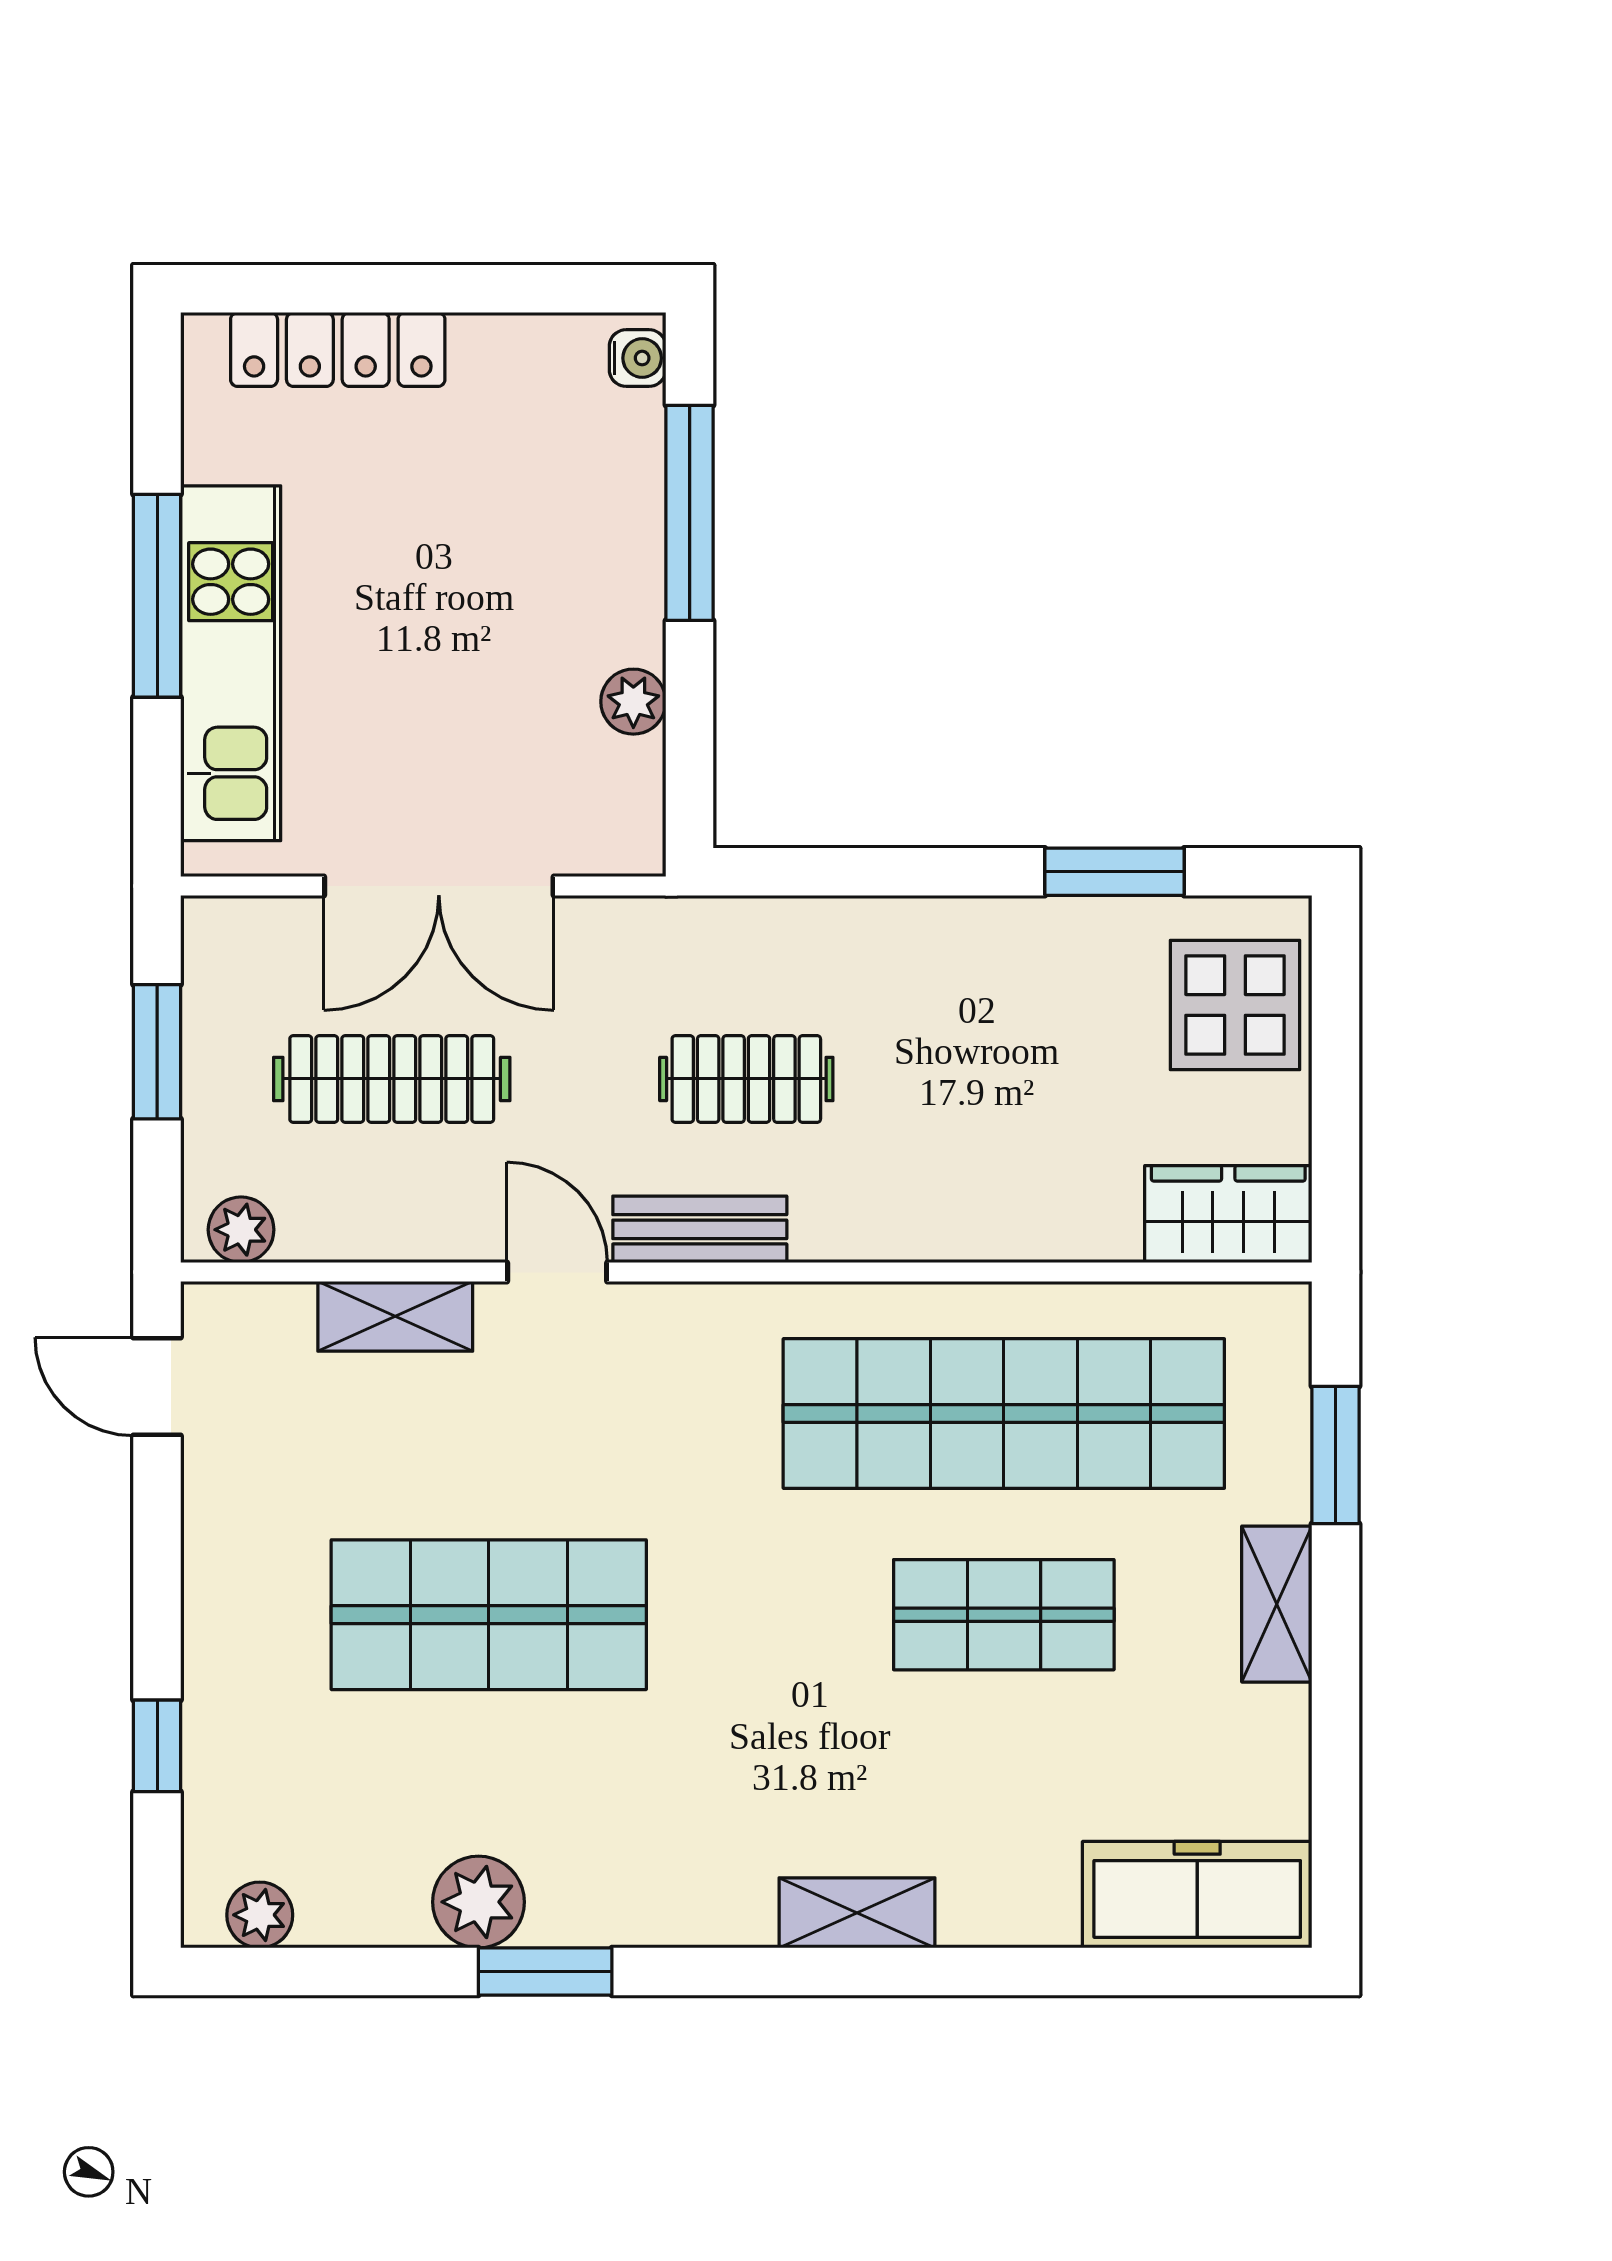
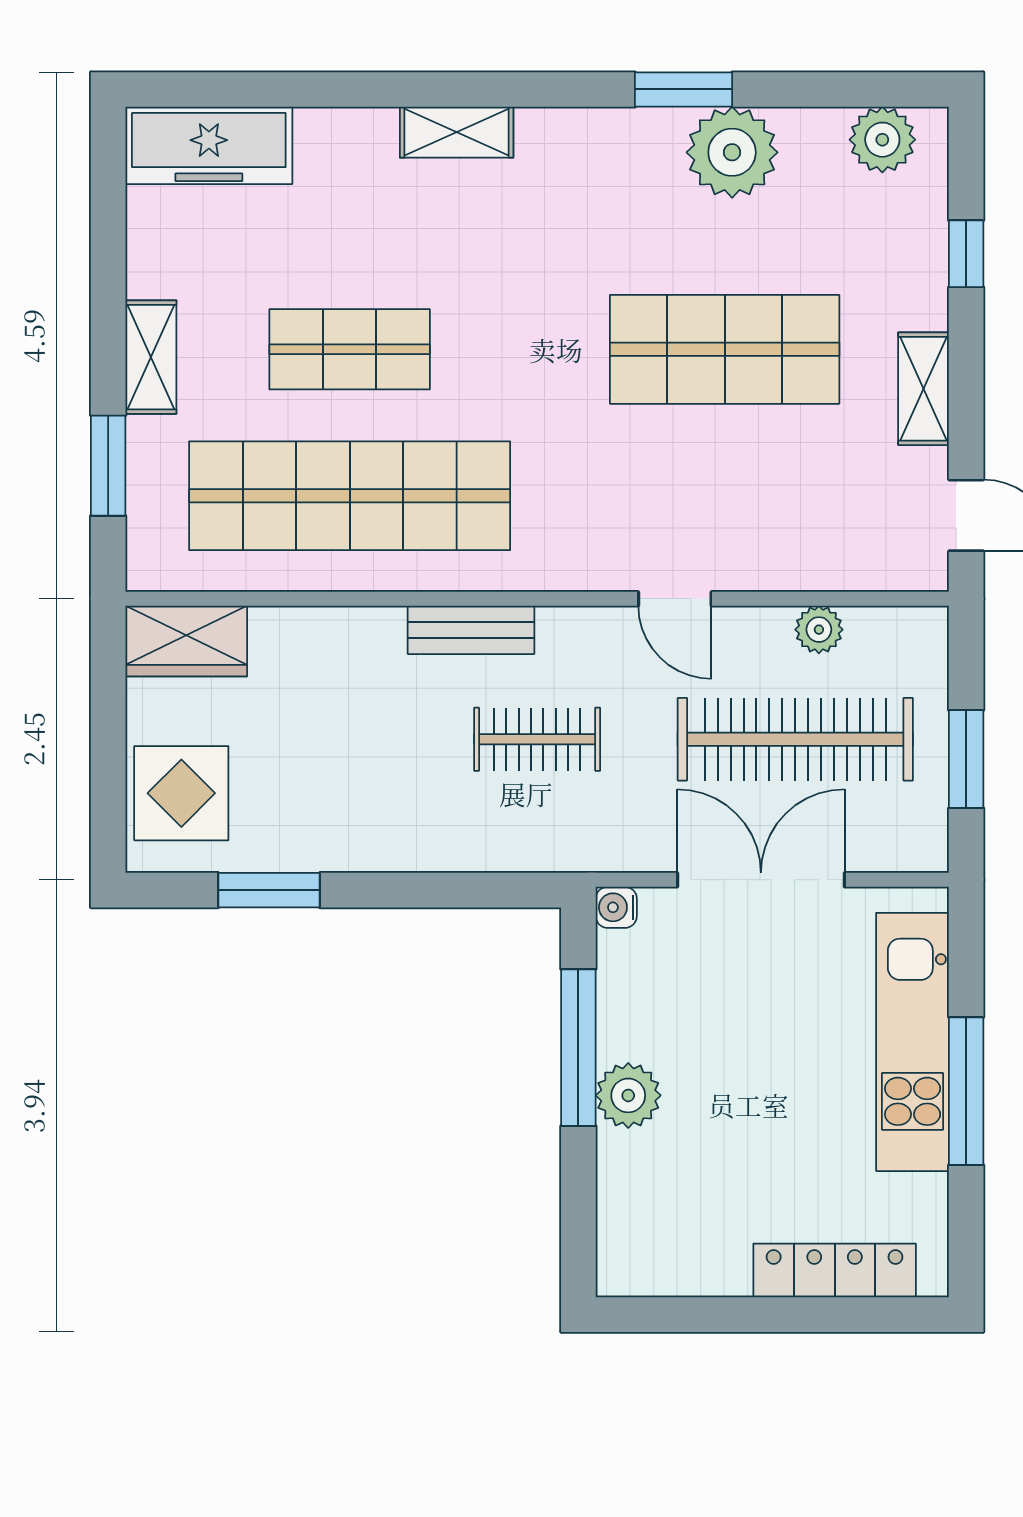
water cooler: (638, 358) -> (616, 907), moved
window: (690, 513) -> (578, 1048), moved
plant: (633, 702) -> (628, 1095), moved, width x1.38, depth x1.38
clothes rail: (392, 1079) -> (795, 739), width x1.37, depth x1.31
bench: (700, 1229) -> (471, 630), moved
plant: (241, 1230) -> (819, 630), moved
shelving: (395, 1316) -> (924, 389), moved, turned 90
plant: (479, 1902) -> (732, 152), width x1.36, depth x1.36
plant: (260, 1915) -> (882, 140), width x1.38, depth x1.38

